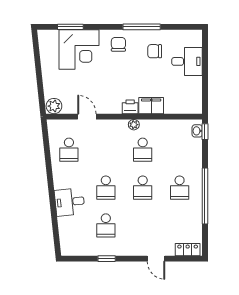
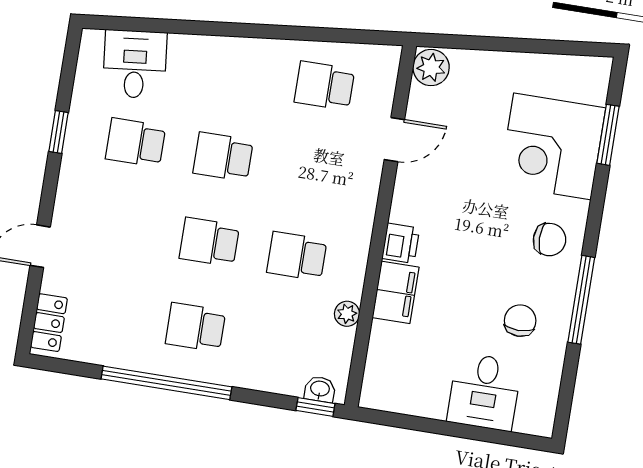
plant: (134, 125) -> (347, 314), moved
desk: (70, 202) -> (135, 64), moved

